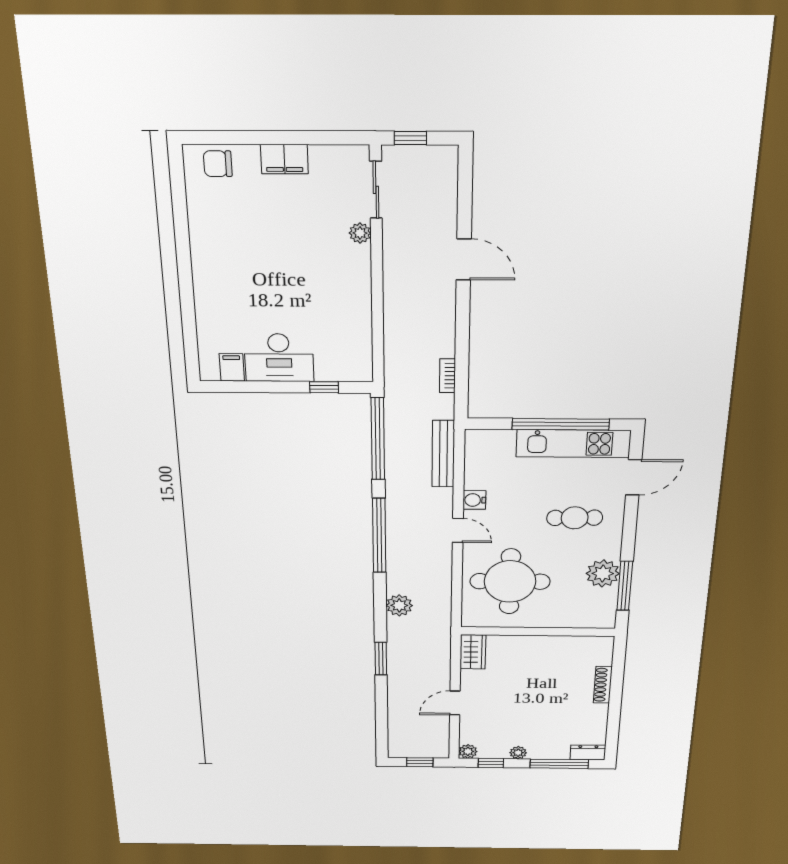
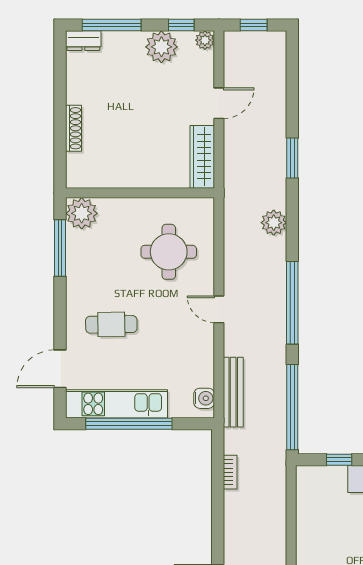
water cooler: (474, 500) -> (204, 398), moved
plant: (603, 573) -> (82, 213), moved
round table: (510, 581) -> (169, 252), width x0.73, depth x0.73
wardrobe: (473, 652) -> (202, 157), width x1.50
plant: (518, 753) -> (161, 47), width x1.88, depth x1.88

